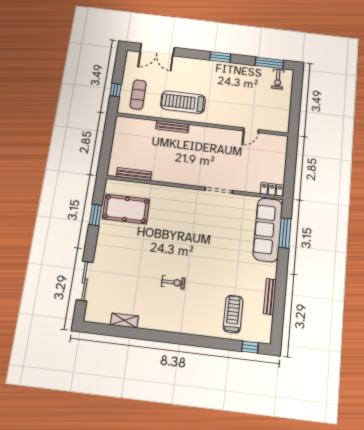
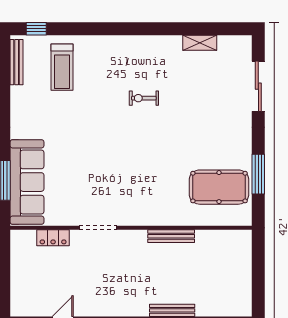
bench: (134, 174) -> (171, 236), moved
locker: (272, 189) -> (53, 238), moved
window: (95, 215) -> (258, 174), width x1.44
bench: (270, 297) -> (17, 62), moved

